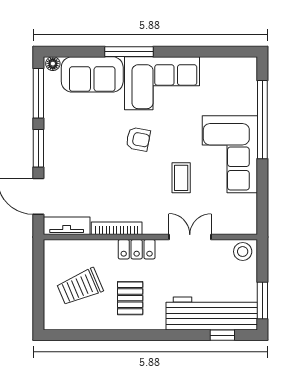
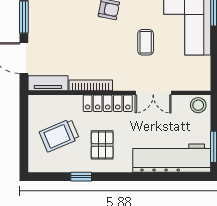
double door: (190, 237) -> (153, 93), swing flipped
locker: (137, 249) -> (108, 103), width x1.53
window: (222, 335) -> (81, 177), moved

